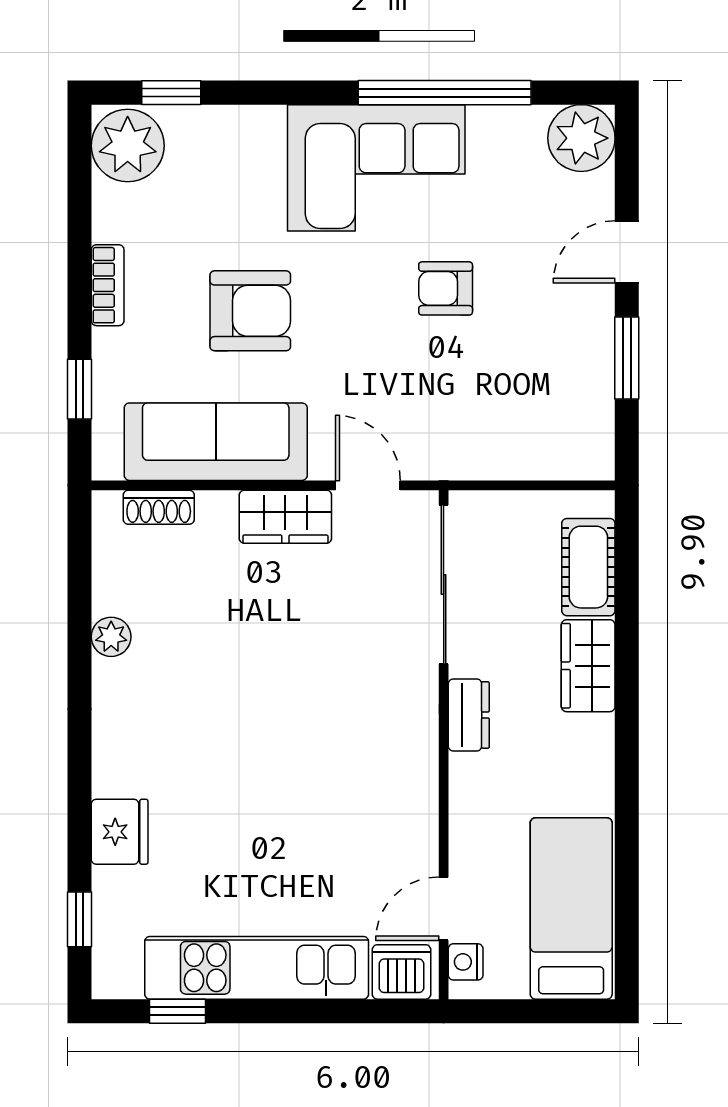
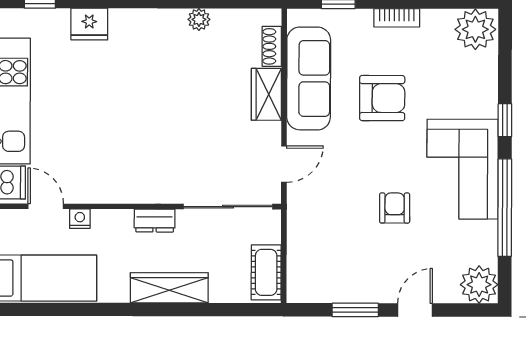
window: (171, 93) -> (505, 120), moved
door: (627, 252) -> (415, 310), hinge flipped
armchair: (250, 311) -> (382, 98), turned -90
wardrobe: (285, 517) -> (266, 94), moved
cot: (588, 567) -> (266, 272), moved, turned 90
wardrobe: (588, 666) -> (169, 288), width x1.50
nightstand: (466, 962) -> (80, 219), moved

